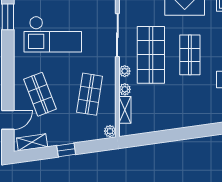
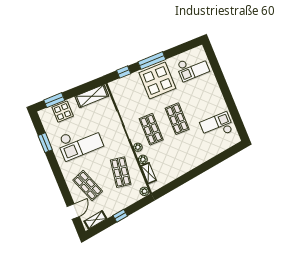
shop shelf: (151, 55) -> (151, 129), width x0.70, depth x0.74

